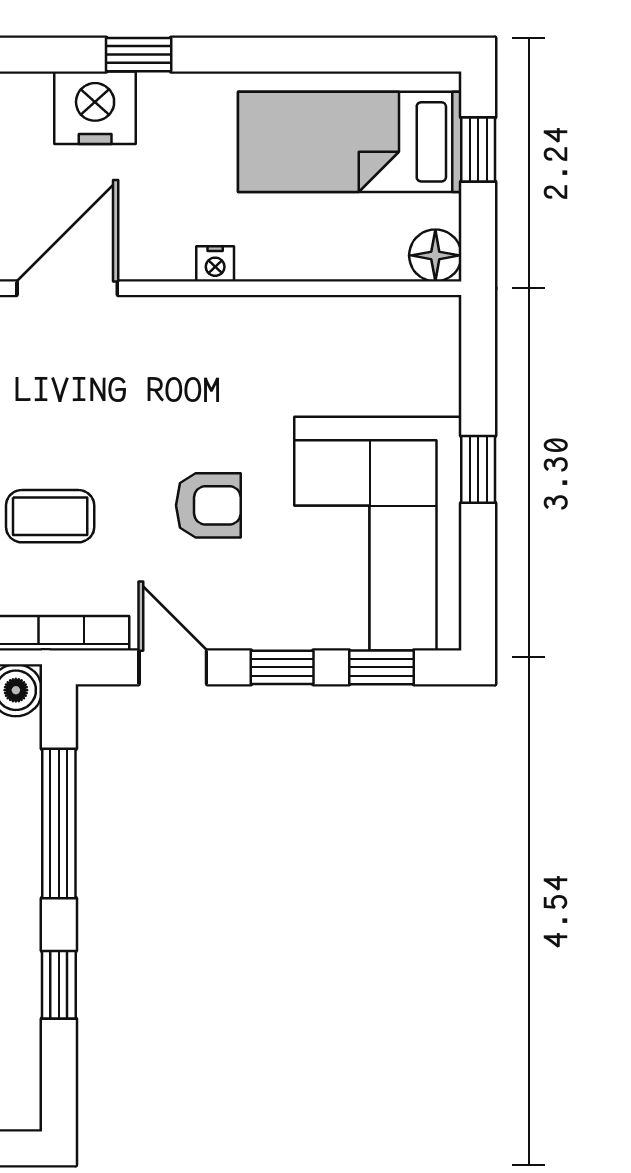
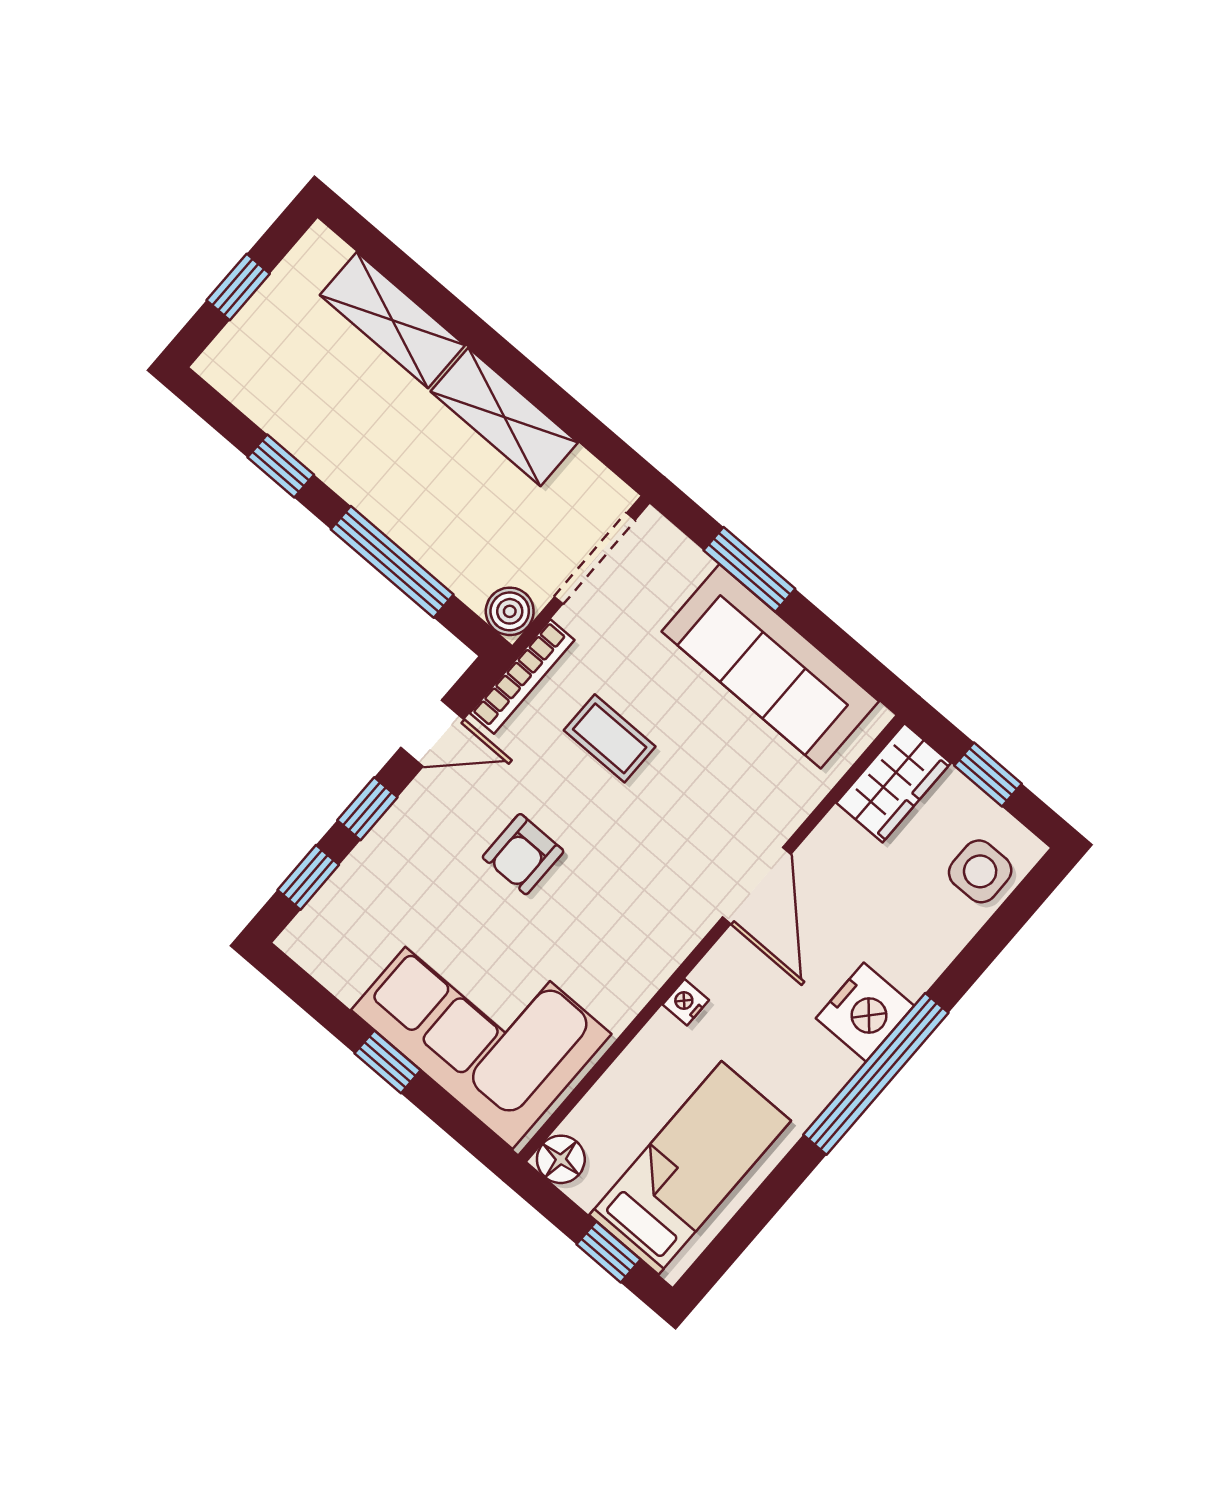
window: (139, 55) -> (876, 1074), width x3.17
coffee table: (50, 516) -> (610, 738), turned 90
corner sofa: (378, 534) -> (481, 1022), moved

